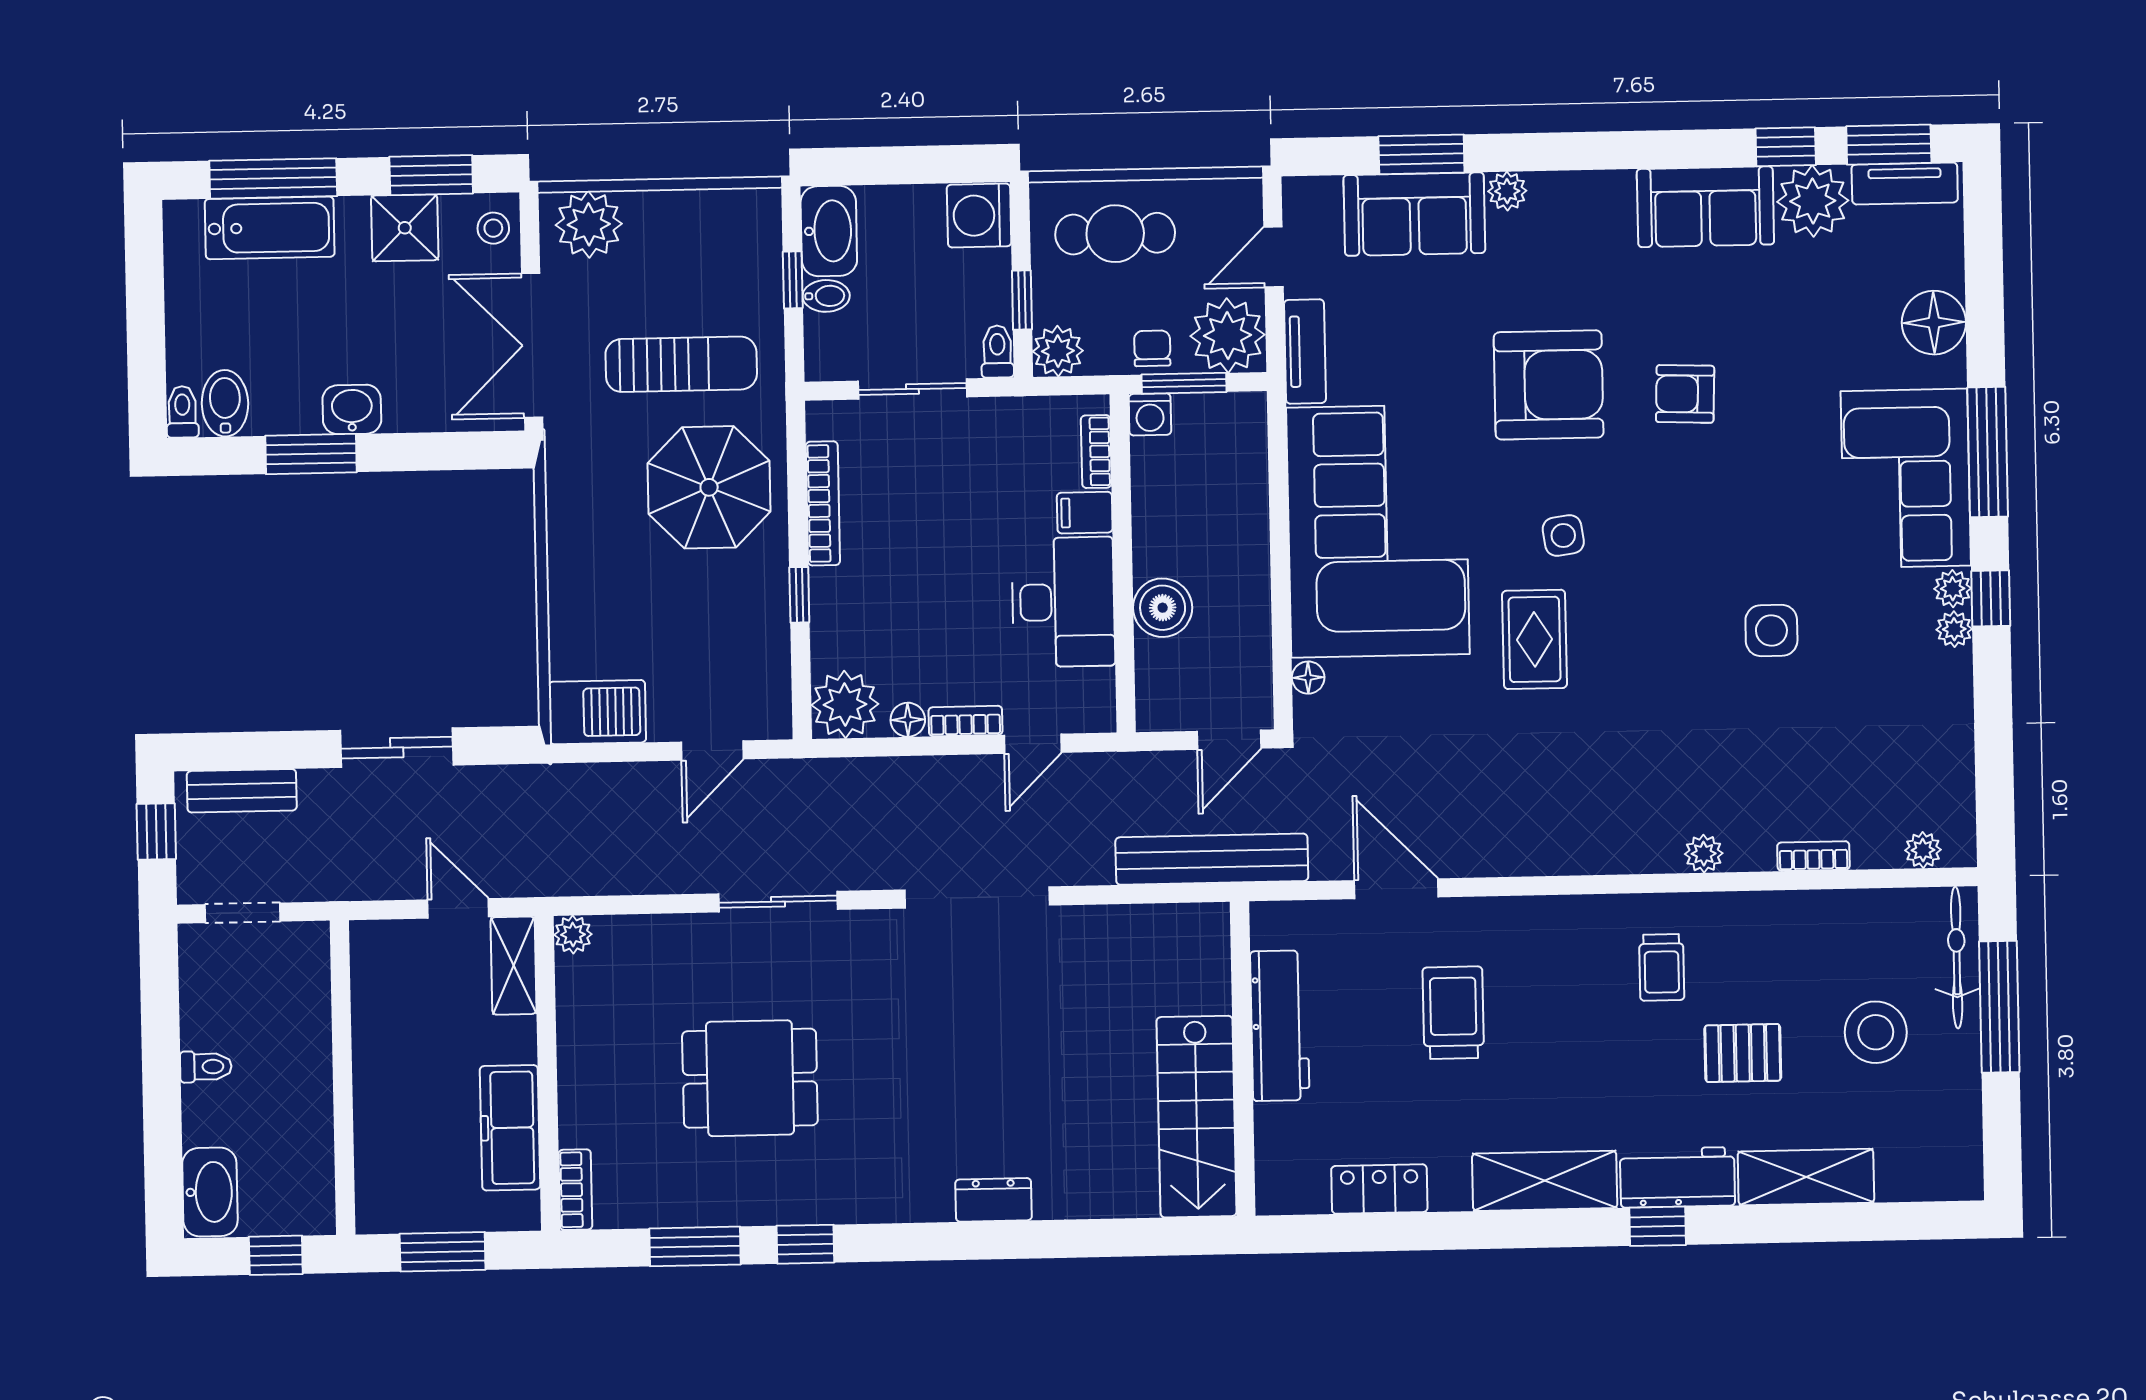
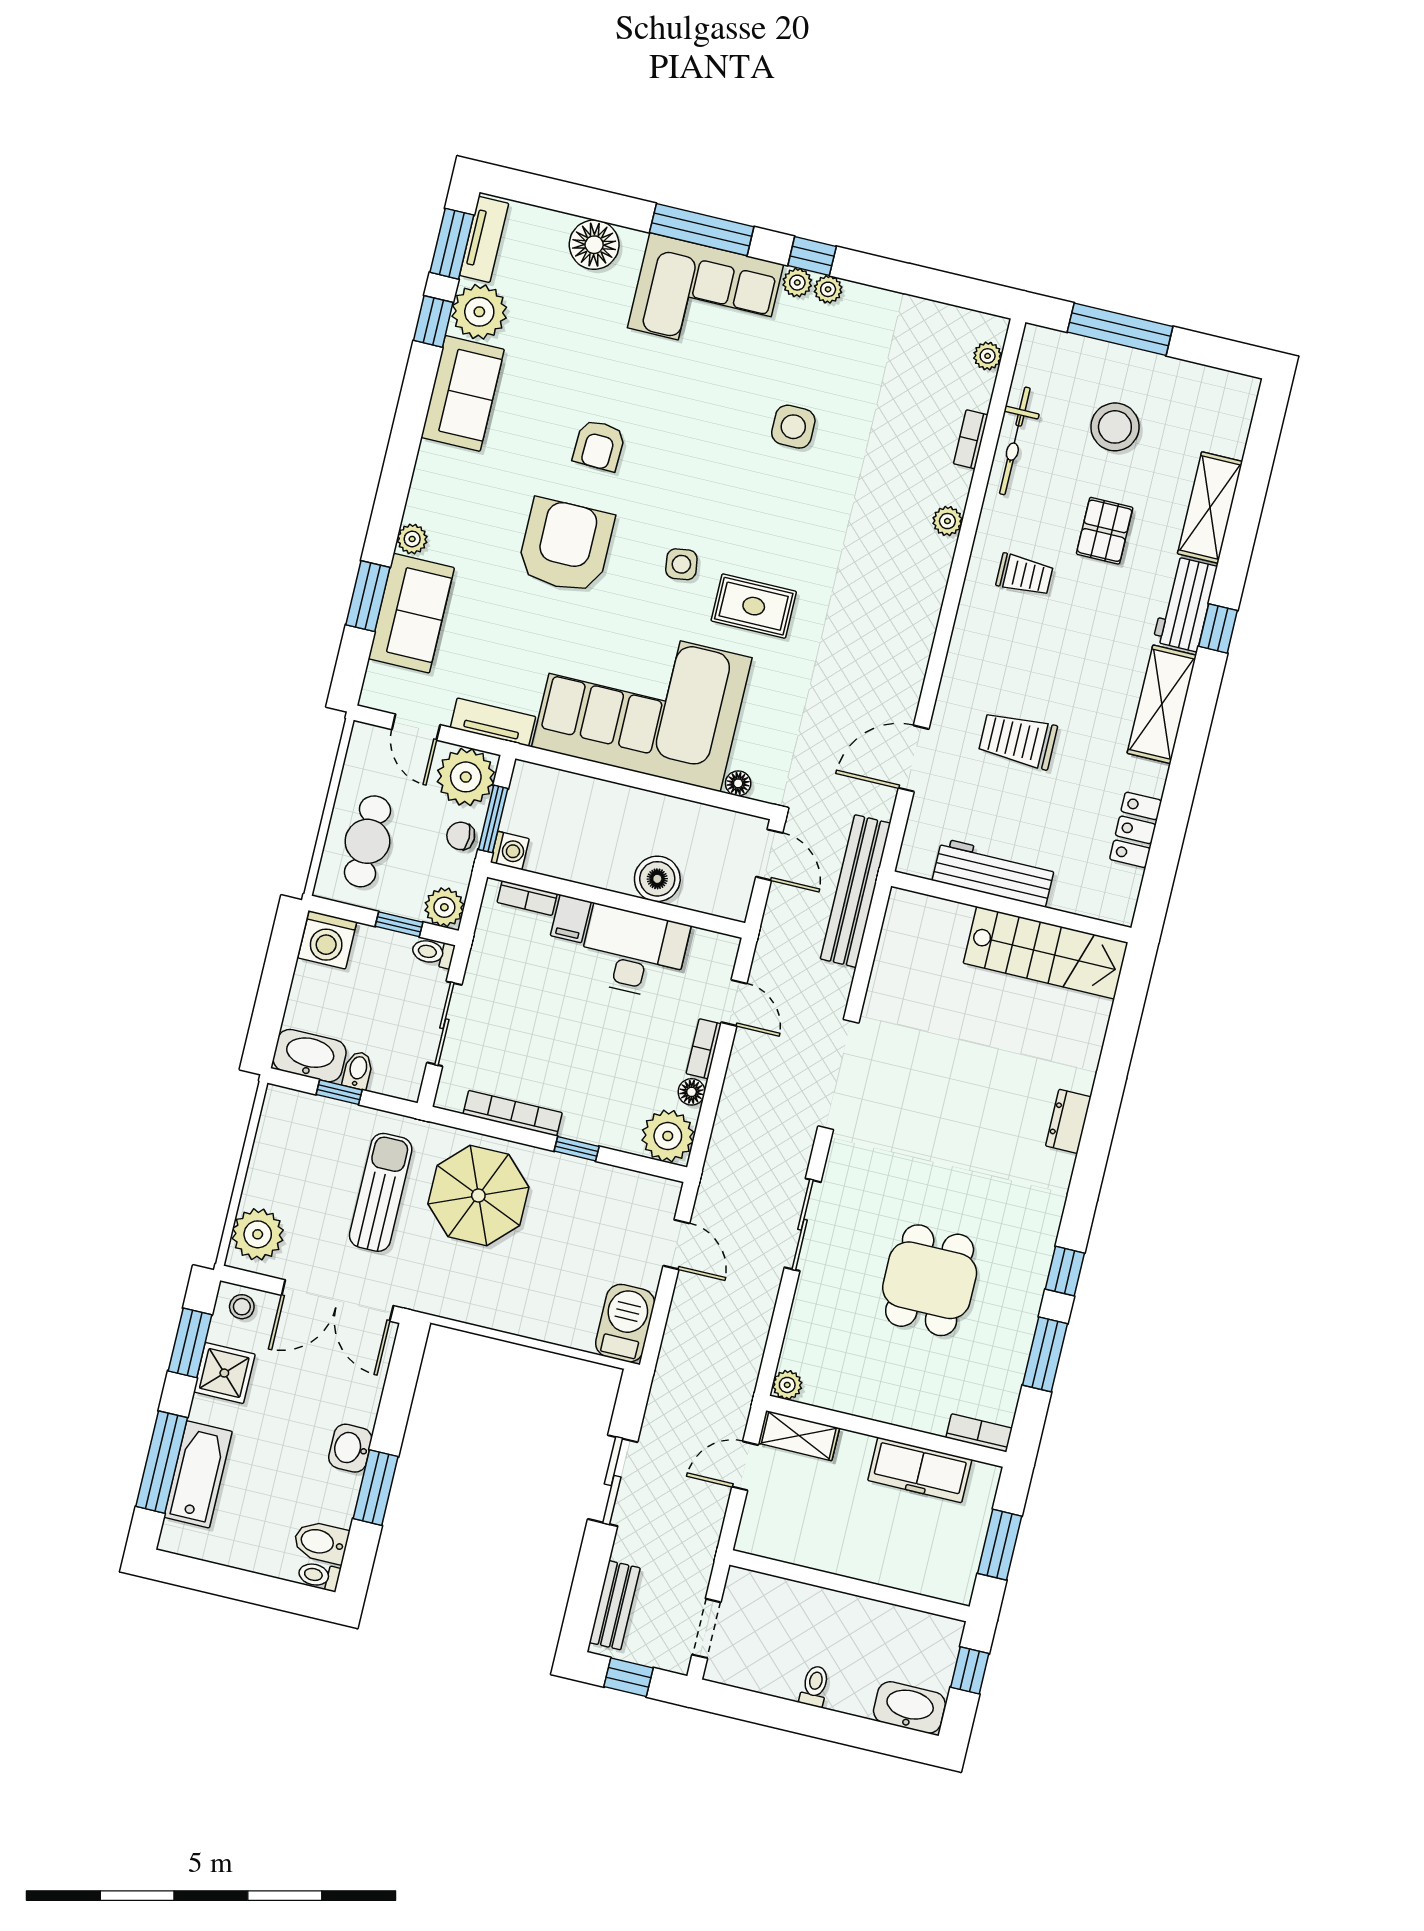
bicycle: (1957, 958) -> (1015, 441), moved, turned -90

